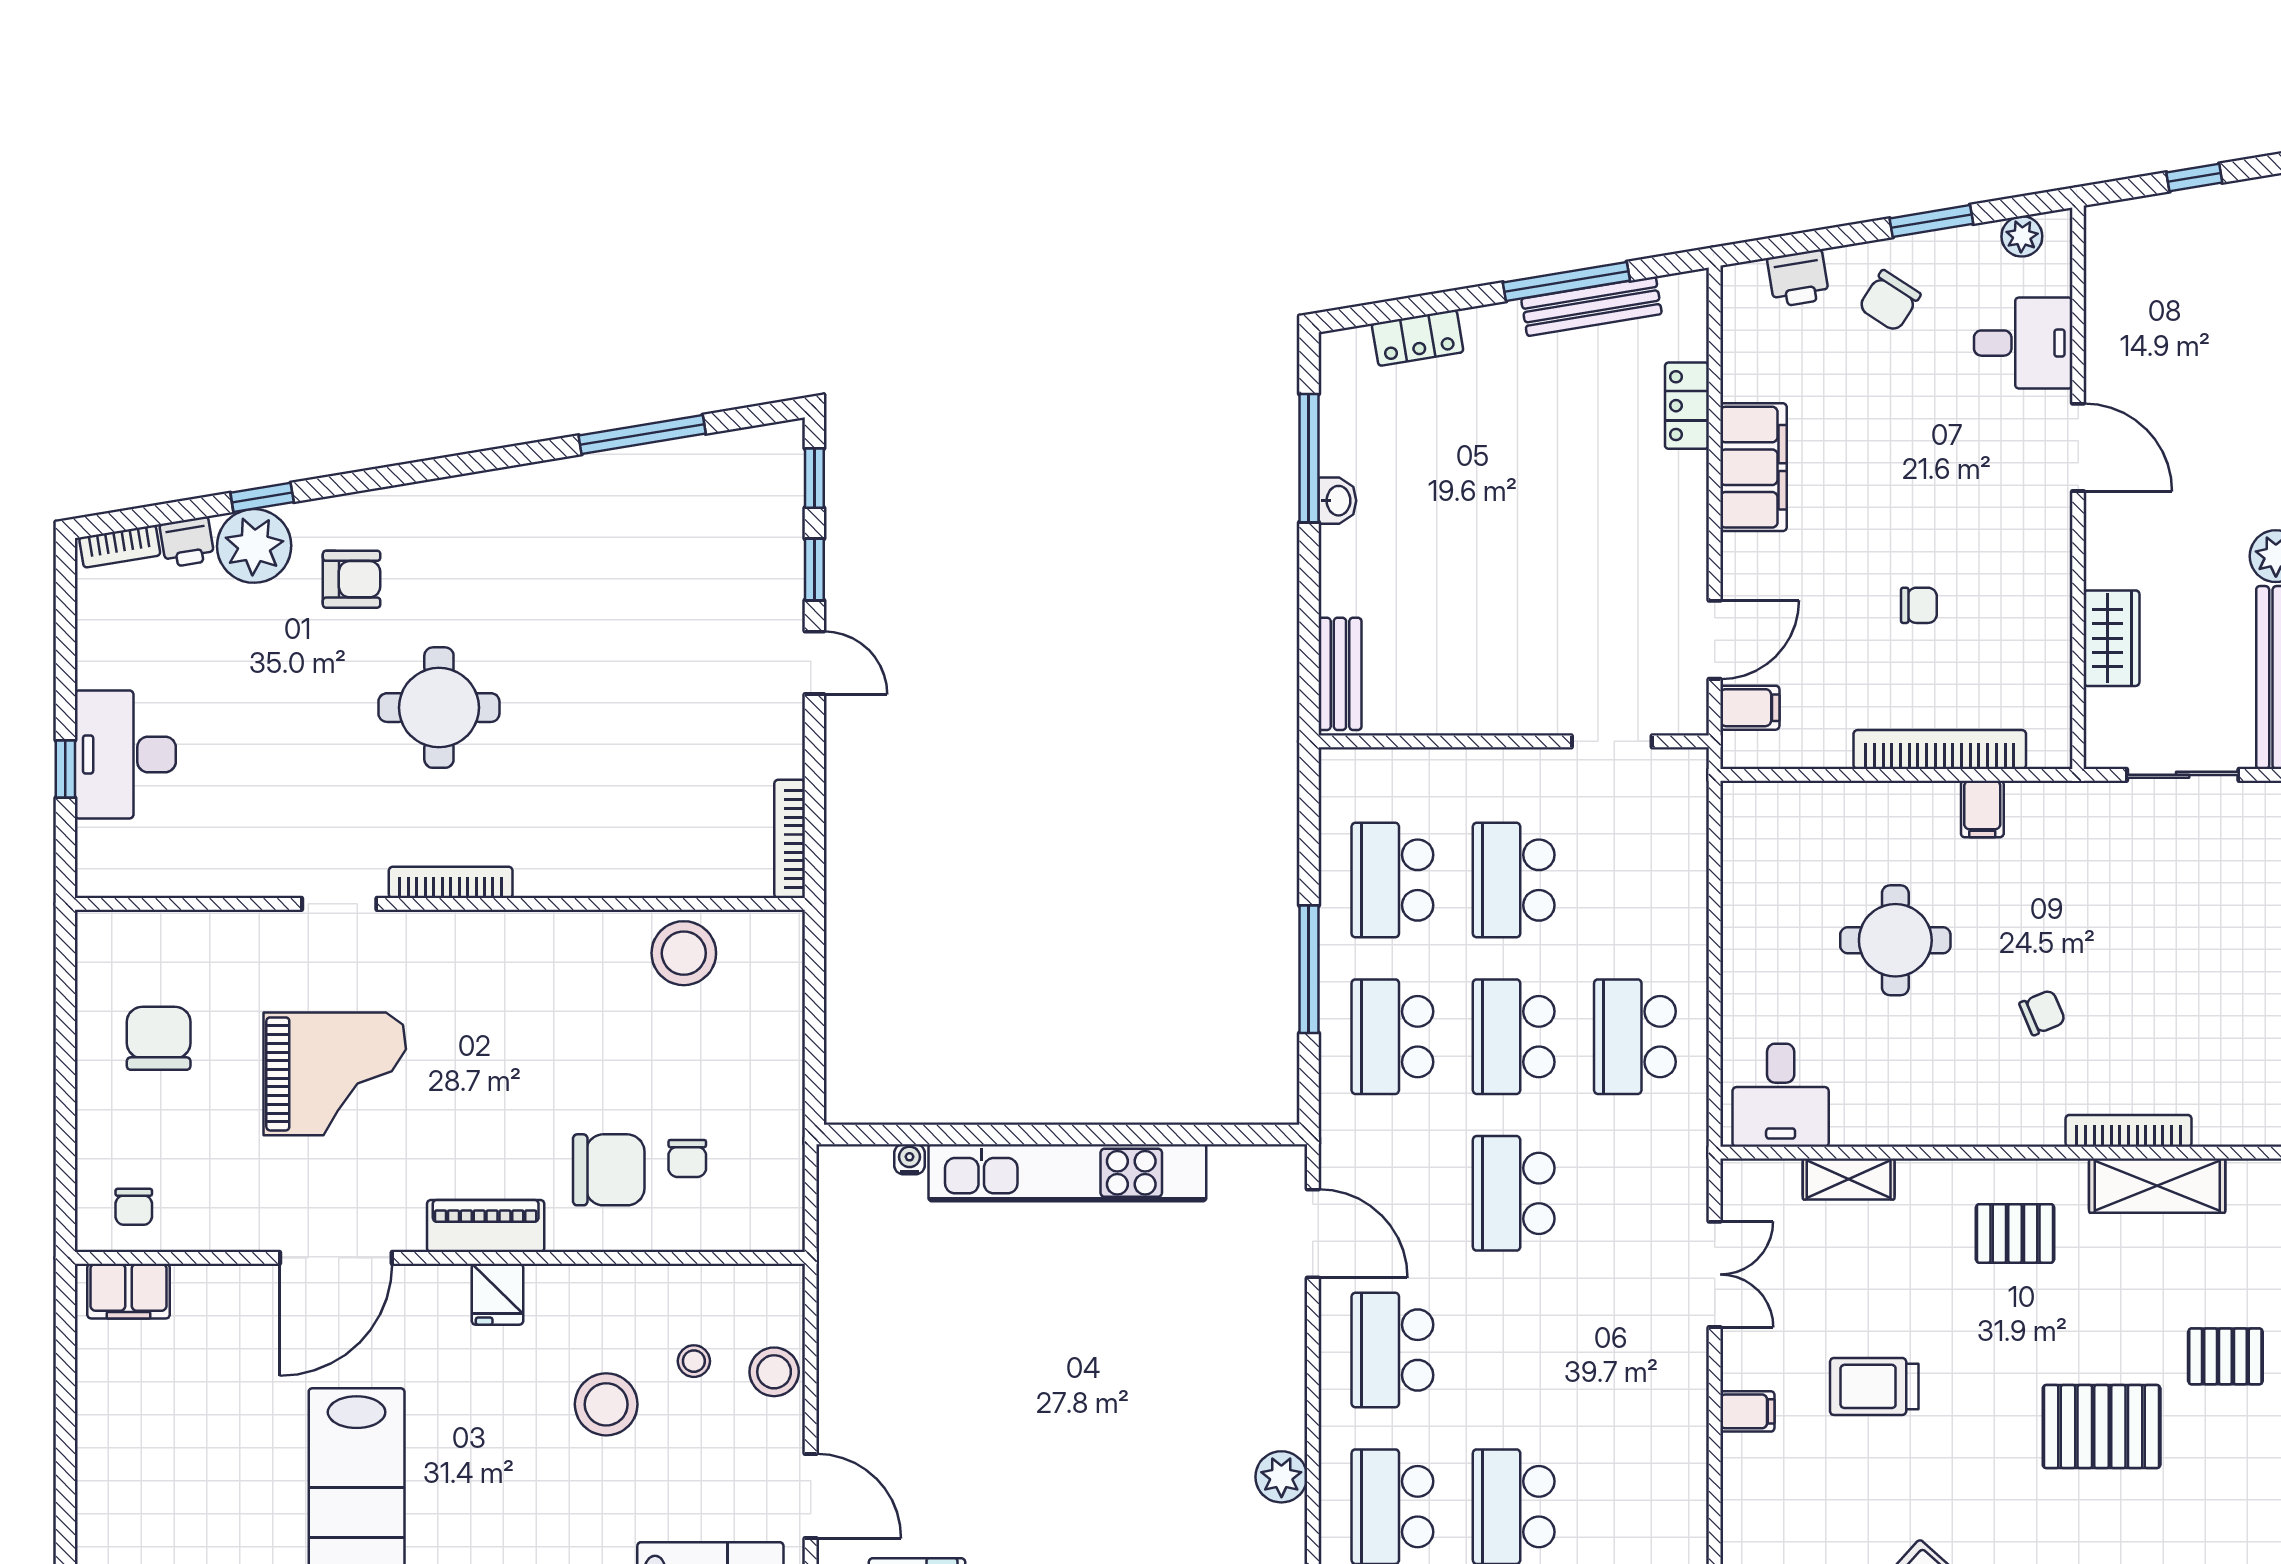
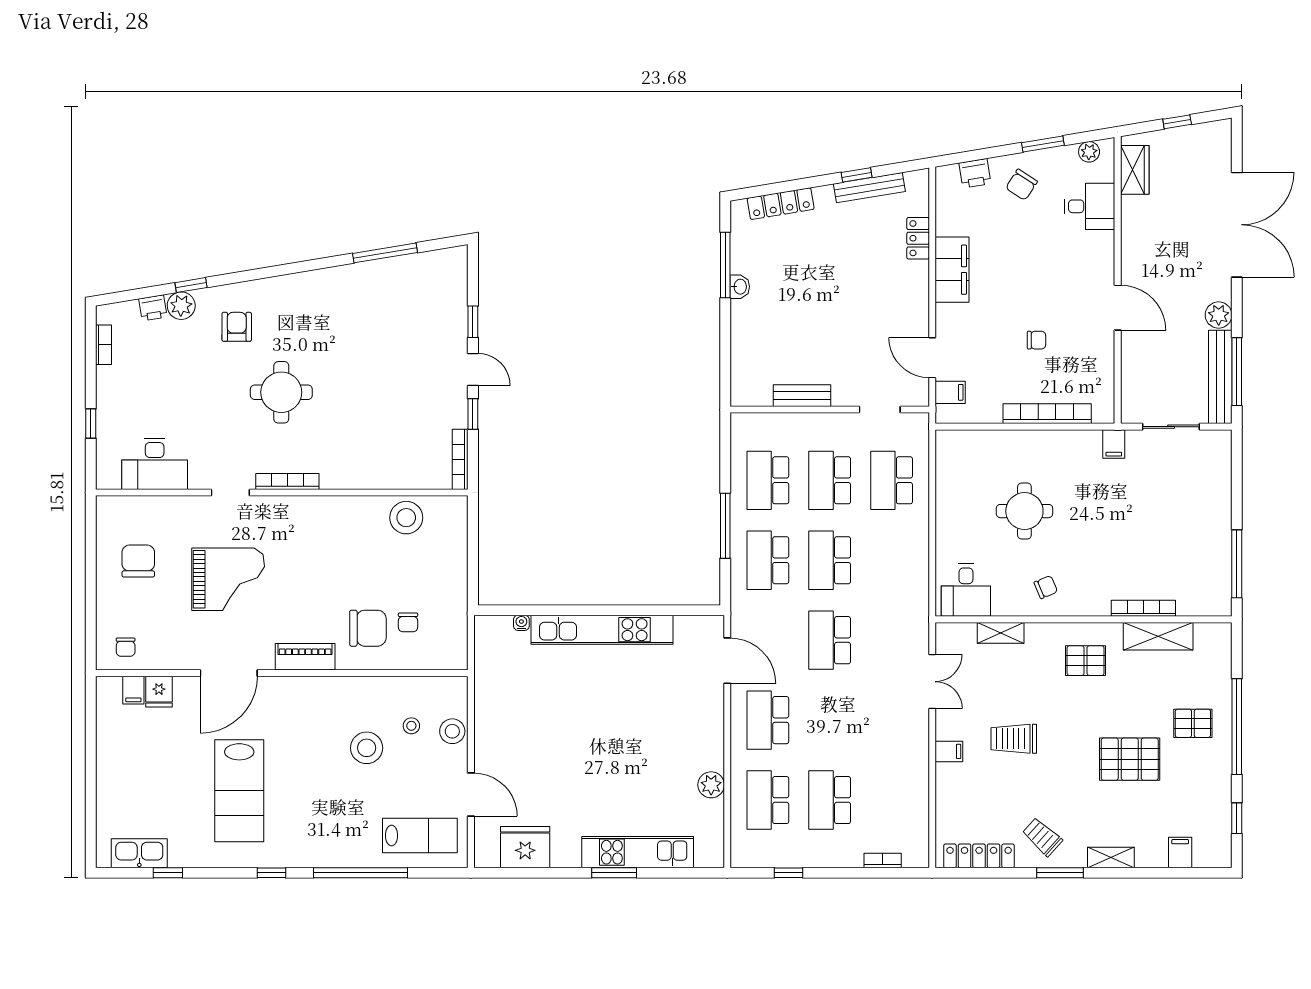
window: (1566, 281) -> (857, 175), width x0.46
locker: (1418, 338) -> (781, 204), width x1.53
door: (2078, 447) -> (1118, 308), moved
window: (814, 478) -> (473, 414), moved
bookcase: (120, 546) -> (103, 345), moved, turned -81
plant: (254, 546) -> (181, 306), width x0.73, depth x0.73
armchair: (352, 579) -> (237, 327), turned -90
wardrobe: (2112, 638) -> (1135, 170), moved
door: (1715, 640) -> (932, 358), swing flipped
bench: (1340, 674) -> (802, 396), moved, turned 90
desk: (125, 754) -> (155, 464), moved, turned -90
filing cabinet: (1982, 809) -> (1114, 444), moved
chair: (2042, 1013) -> (1046, 587), moved
school desk: (1635, 1037) -> (892, 480), moved
filing cabinet: (129, 1291) -> (133, 690), width x0.50
fridge: (497, 1294) -> (159, 692), moved

